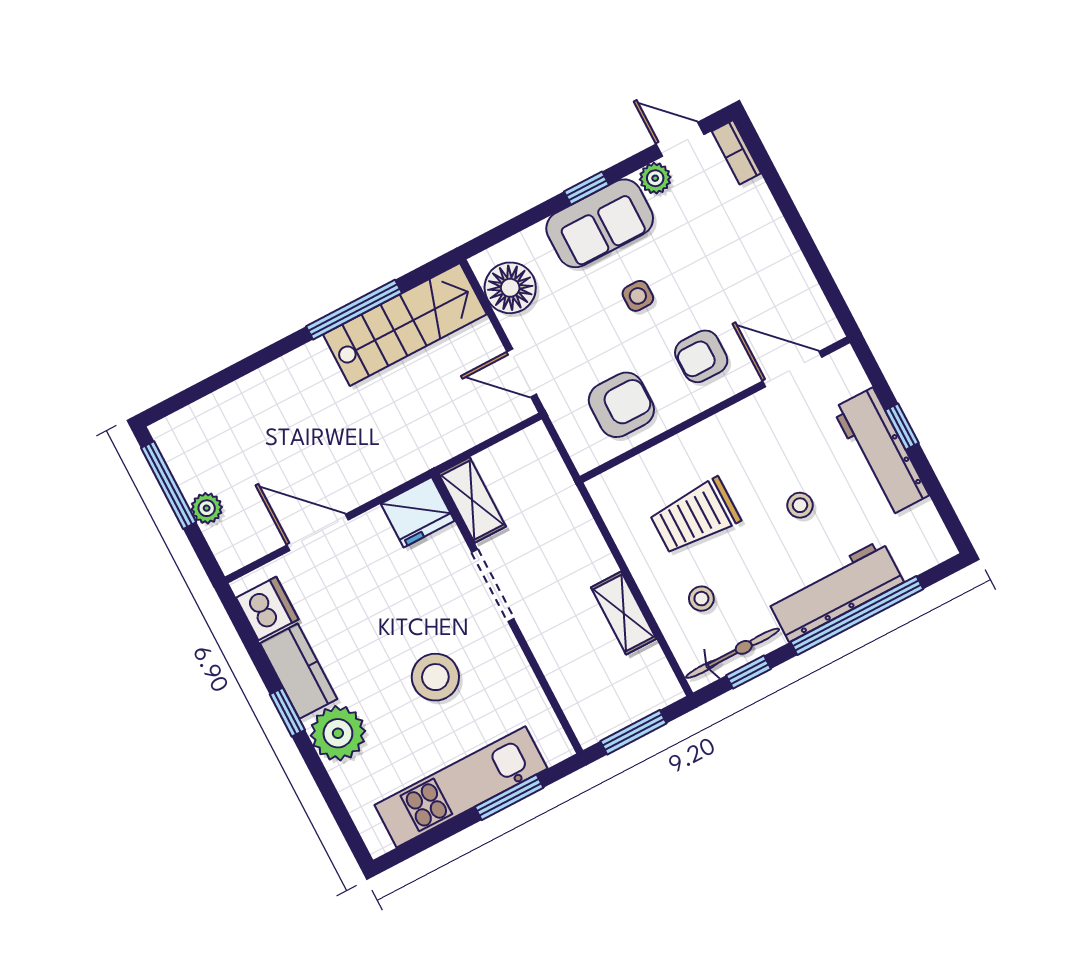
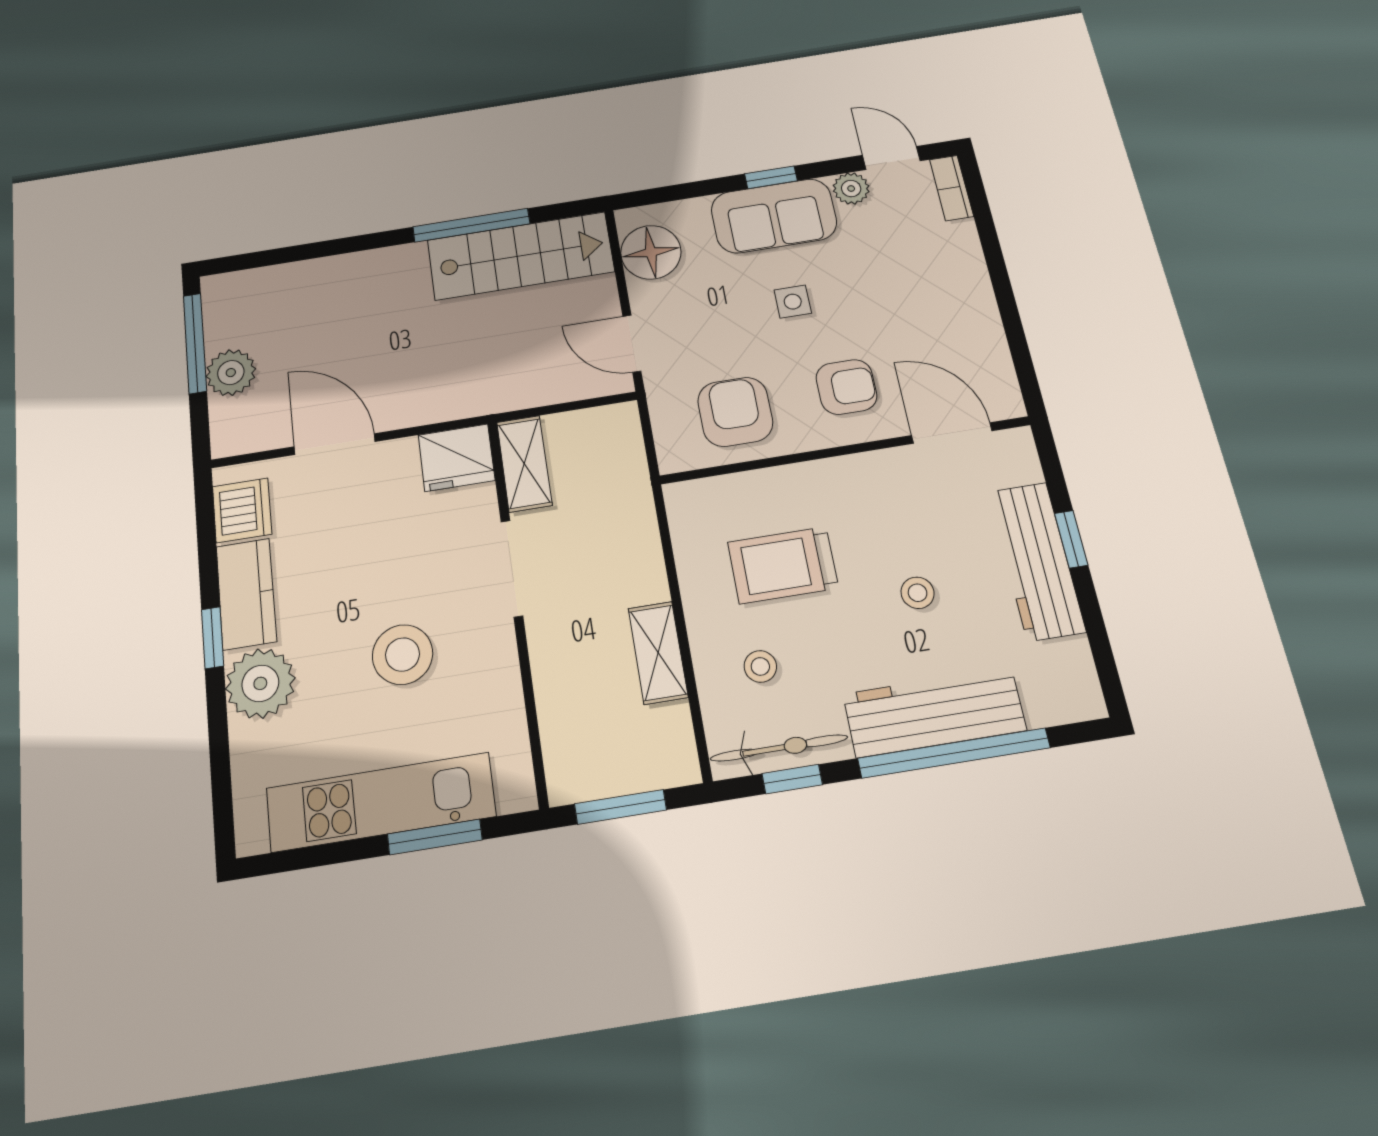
armchair: (701, 356) -> (846, 387), turned 180
armchair: (621, 405) -> (735, 412), turned -90
plant: (207, 508) -> (231, 373), width x1.38, depth x1.38

